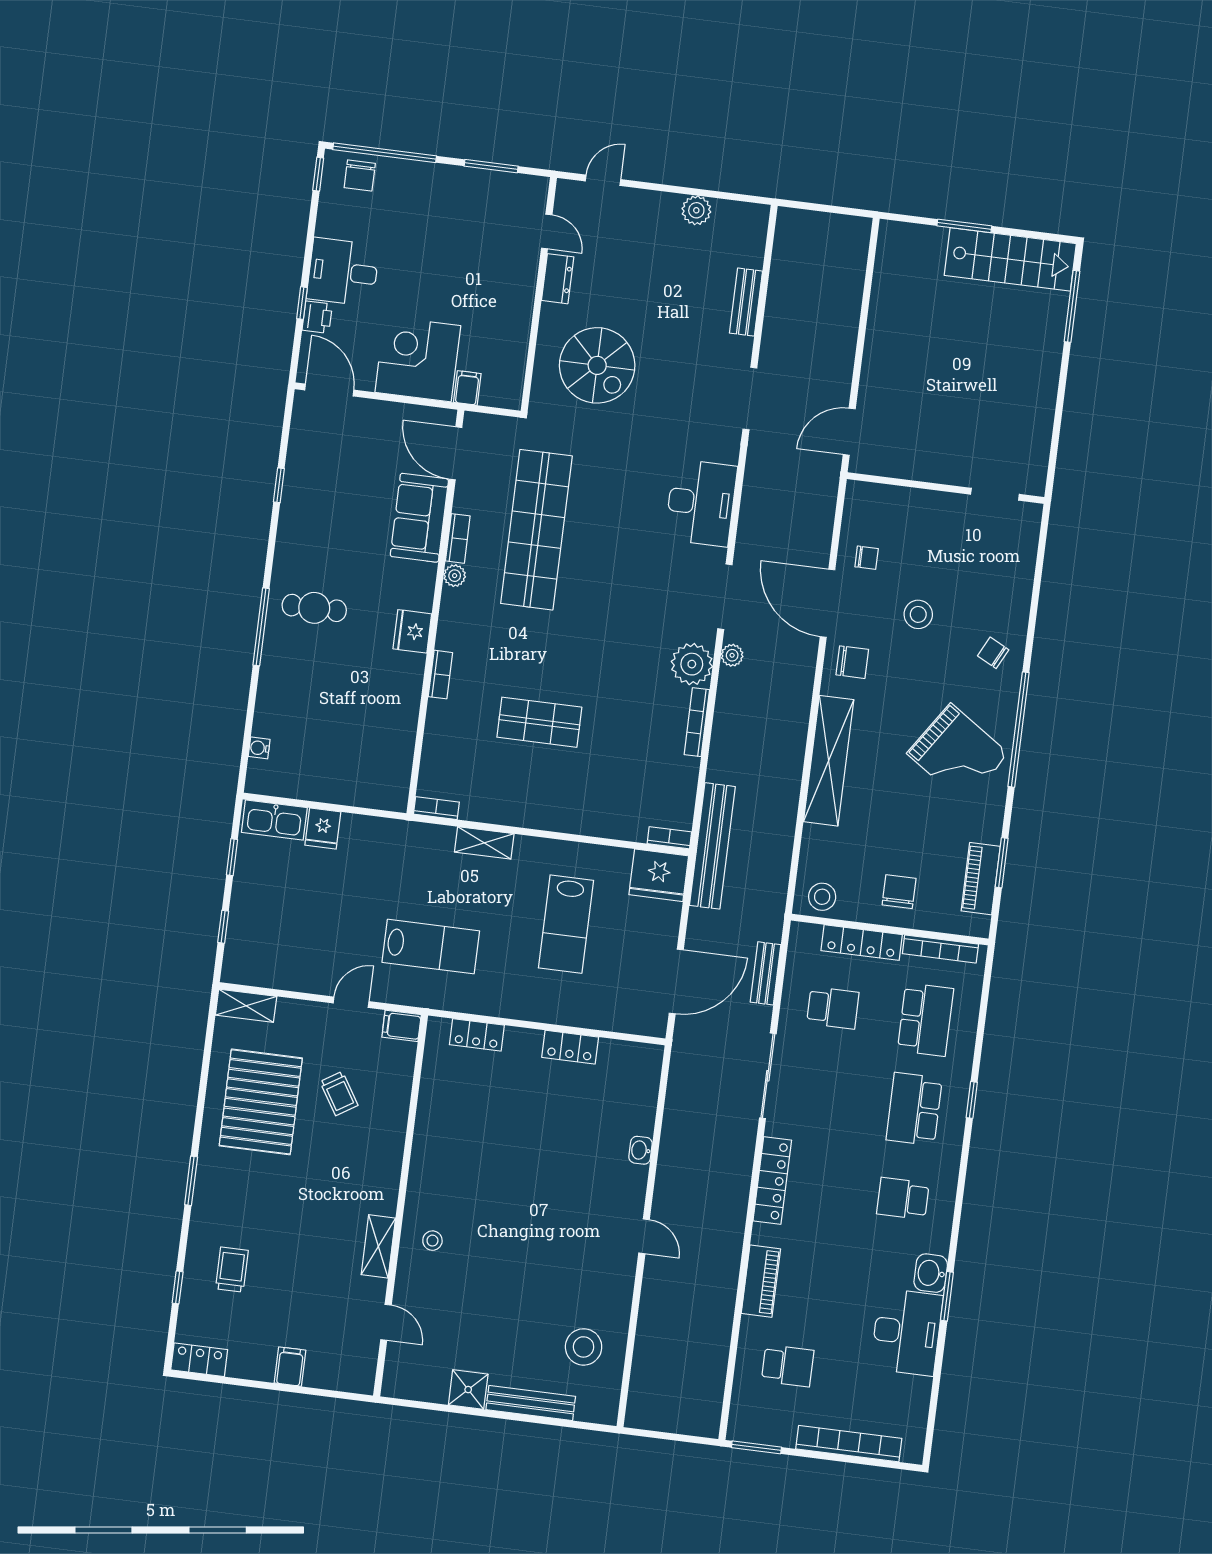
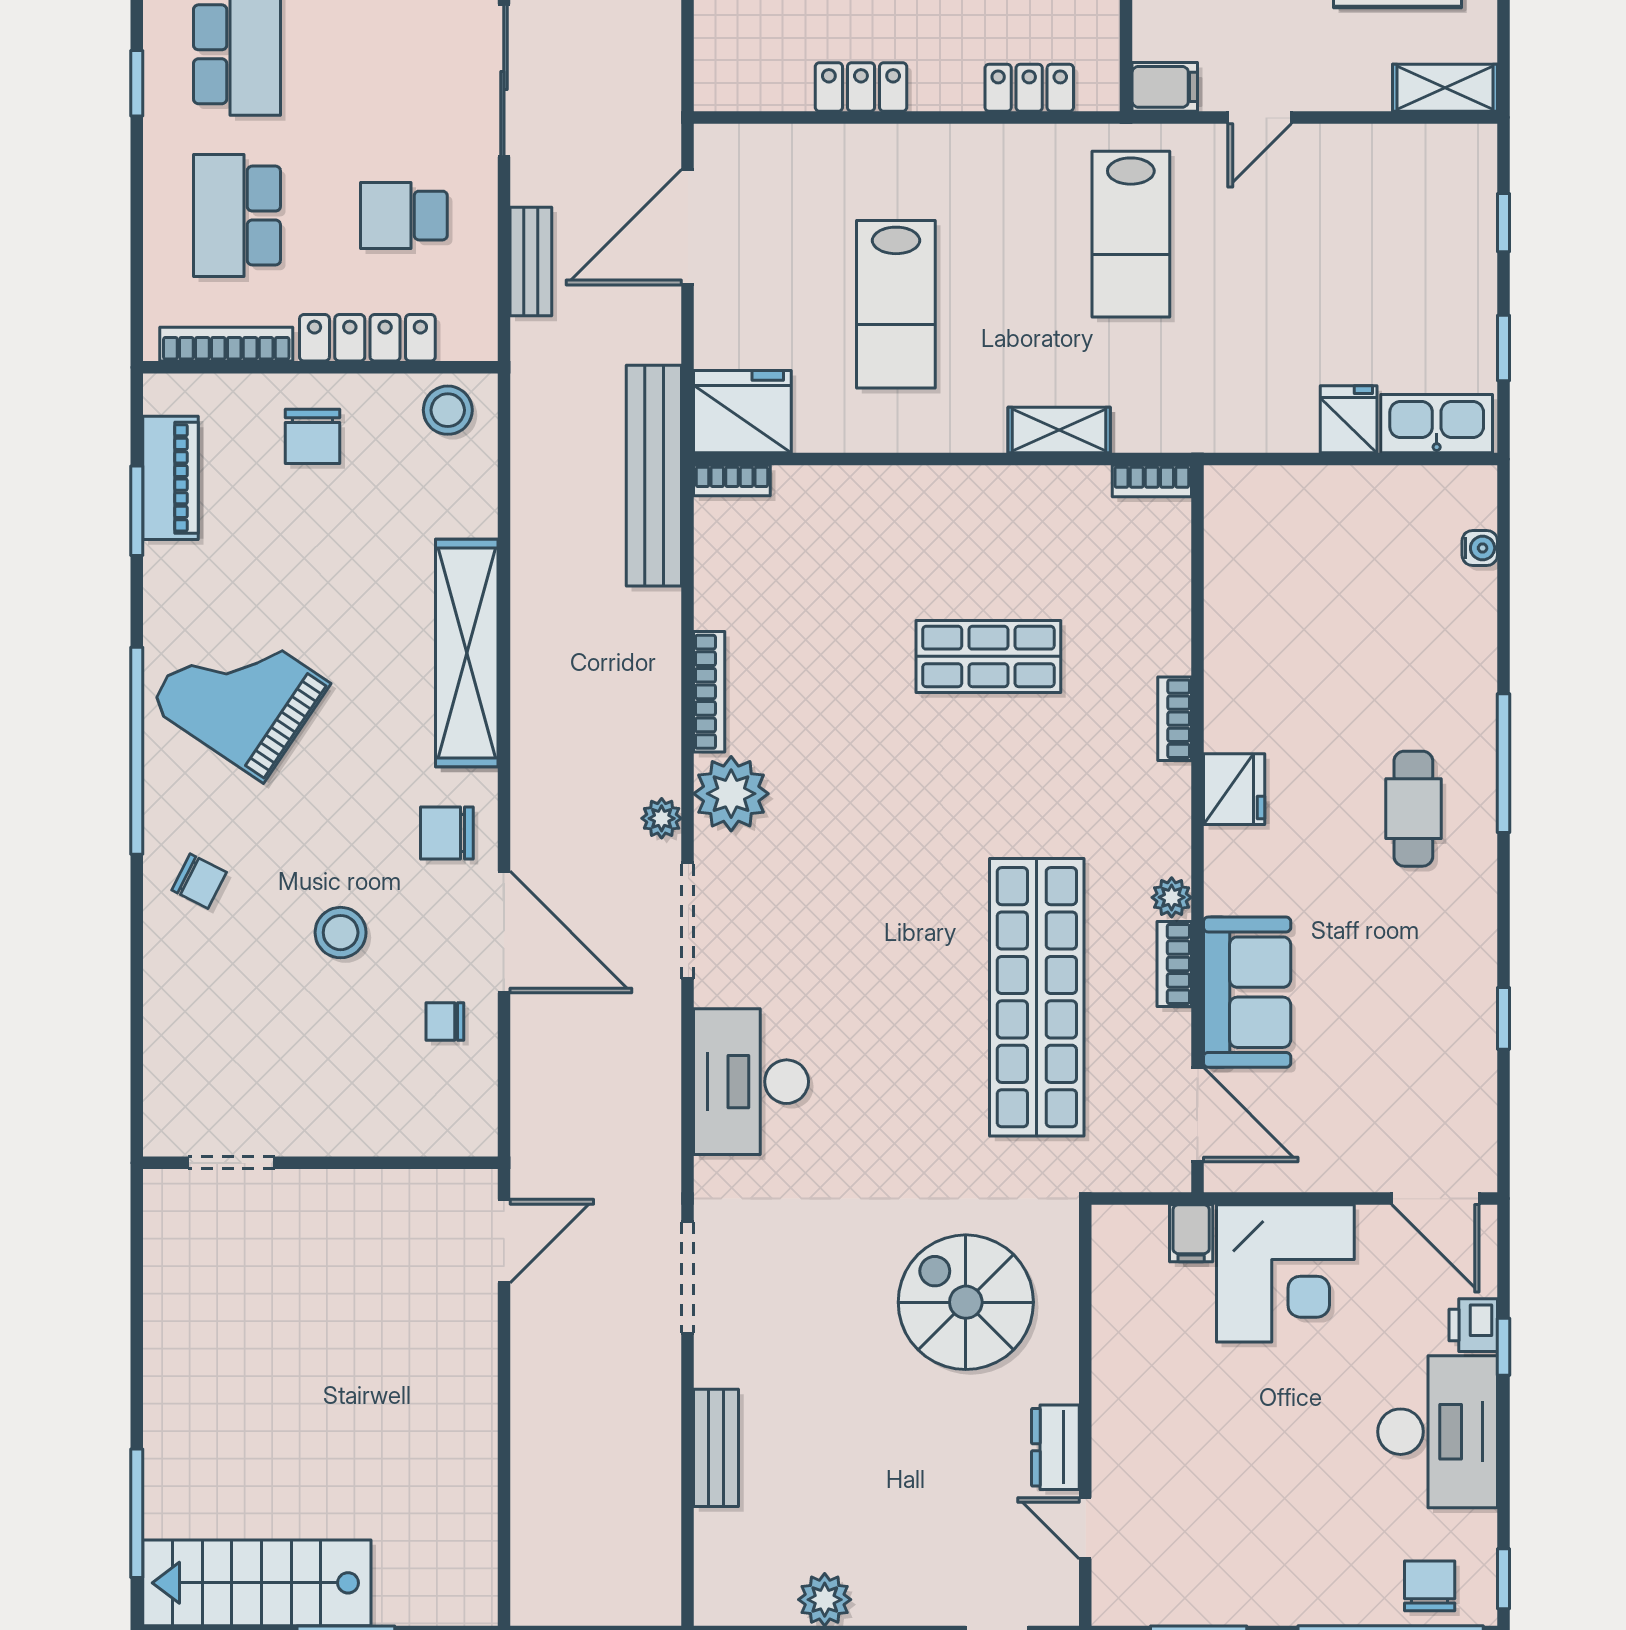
desk: (343, 272) -> (1438, 1432), width x1.37
cafe table: (314, 608) -> (1413, 809), turned 90
lab bench: (566, 924) -> (896, 304), turned 180
lab bench: (431, 947) -> (1131, 234), turned -90

